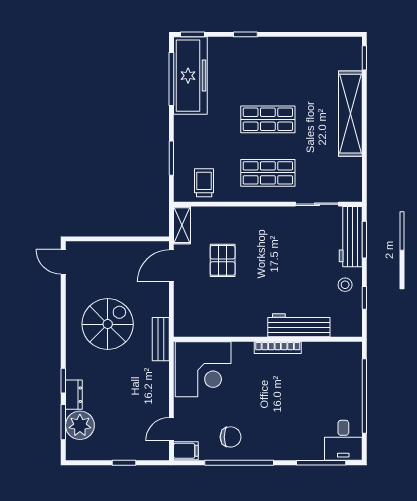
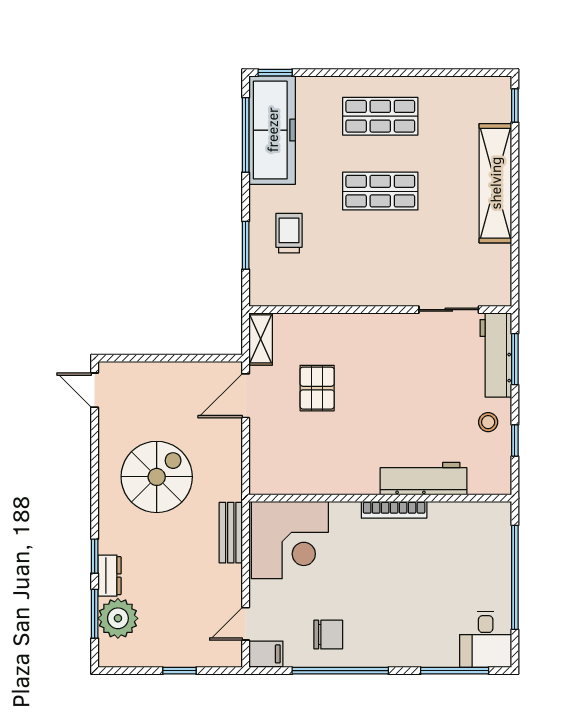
window: (245, 34) -> (349, 73), removed
shop shelf: (268, 173) -> (380, 116), moved
trolley: (204, 183) -> (289, 233), moved
bench: (161, 339) -> (231, 533), moved

